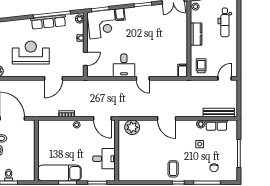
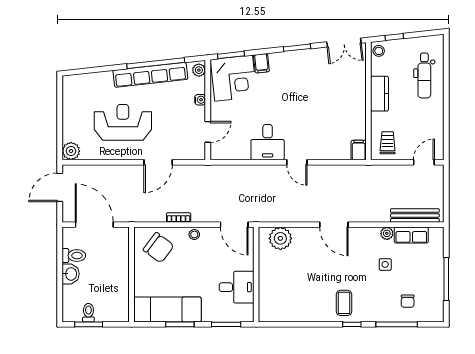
row of seats: (48, 22) -> (150, 75), width x1.36
chair: (54, 133) -> (159, 248), added

